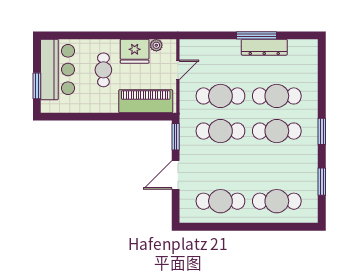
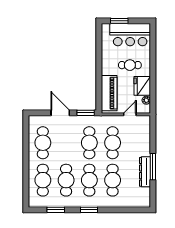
door: (178, 70) -> (130, 114), swing flipped
cafe table: (277, 166) -> (66, 180), added

